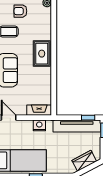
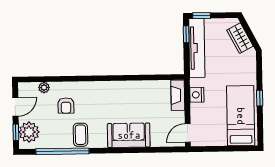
armchair: (20, 11) -> (66, 106), moved
rug: (42, 54) -> (107, 93), removed

